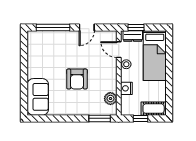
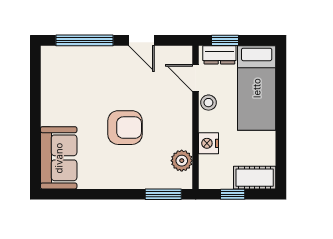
door: (87, 27) -> (141, 40), hinge flipped
armchair: (77, 79) -> (125, 128), turned -90

